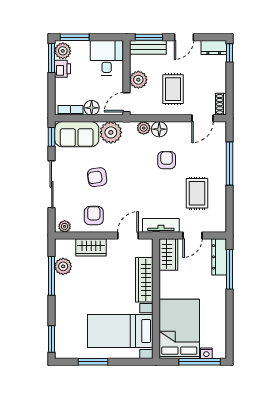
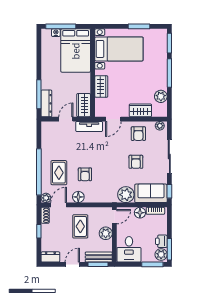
window: (229, 53) -> (39, 231), moved
plant: (144, 128) -> (46, 198), moved
floor lamp: (159, 129) -> (78, 197), moved
window: (229, 163) -> (39, 172), width x1.46
armchair: (97, 177) -> (136, 162), turned 99
rug: (197, 193) -> (59, 173), moved
window: (52, 276) -> (169, 73), moved
wardrobe: (144, 280) -> (101, 87), width x0.67

